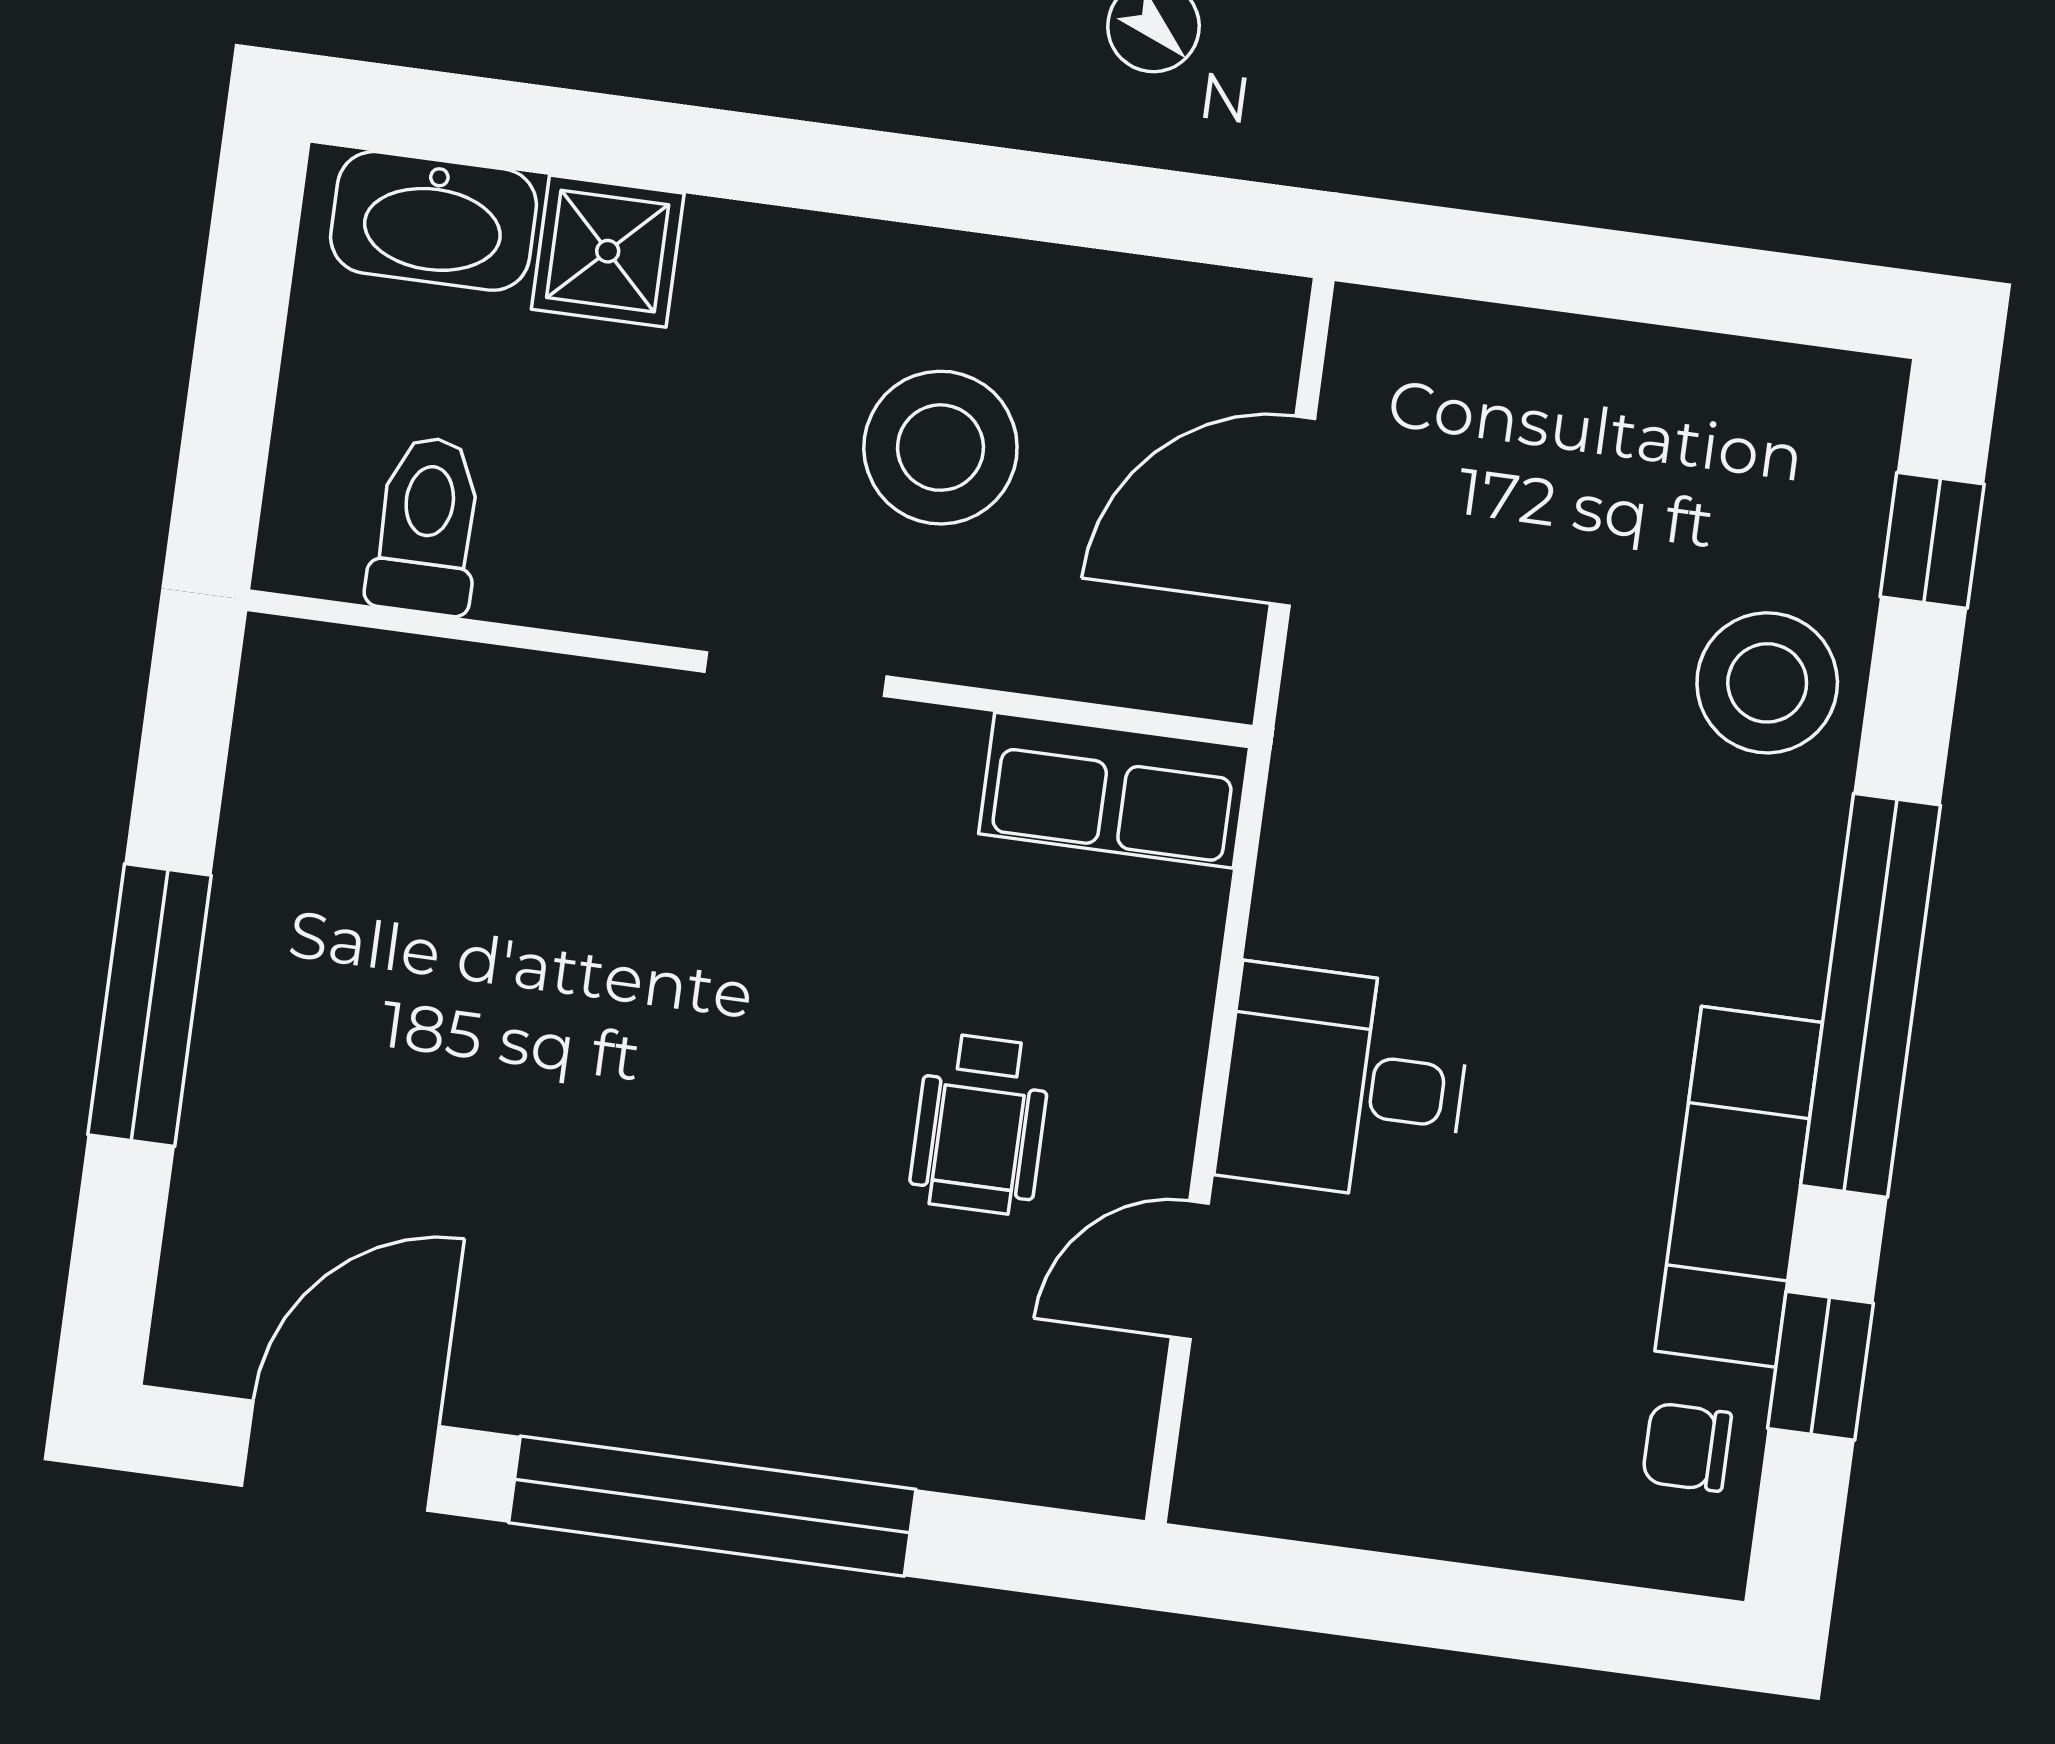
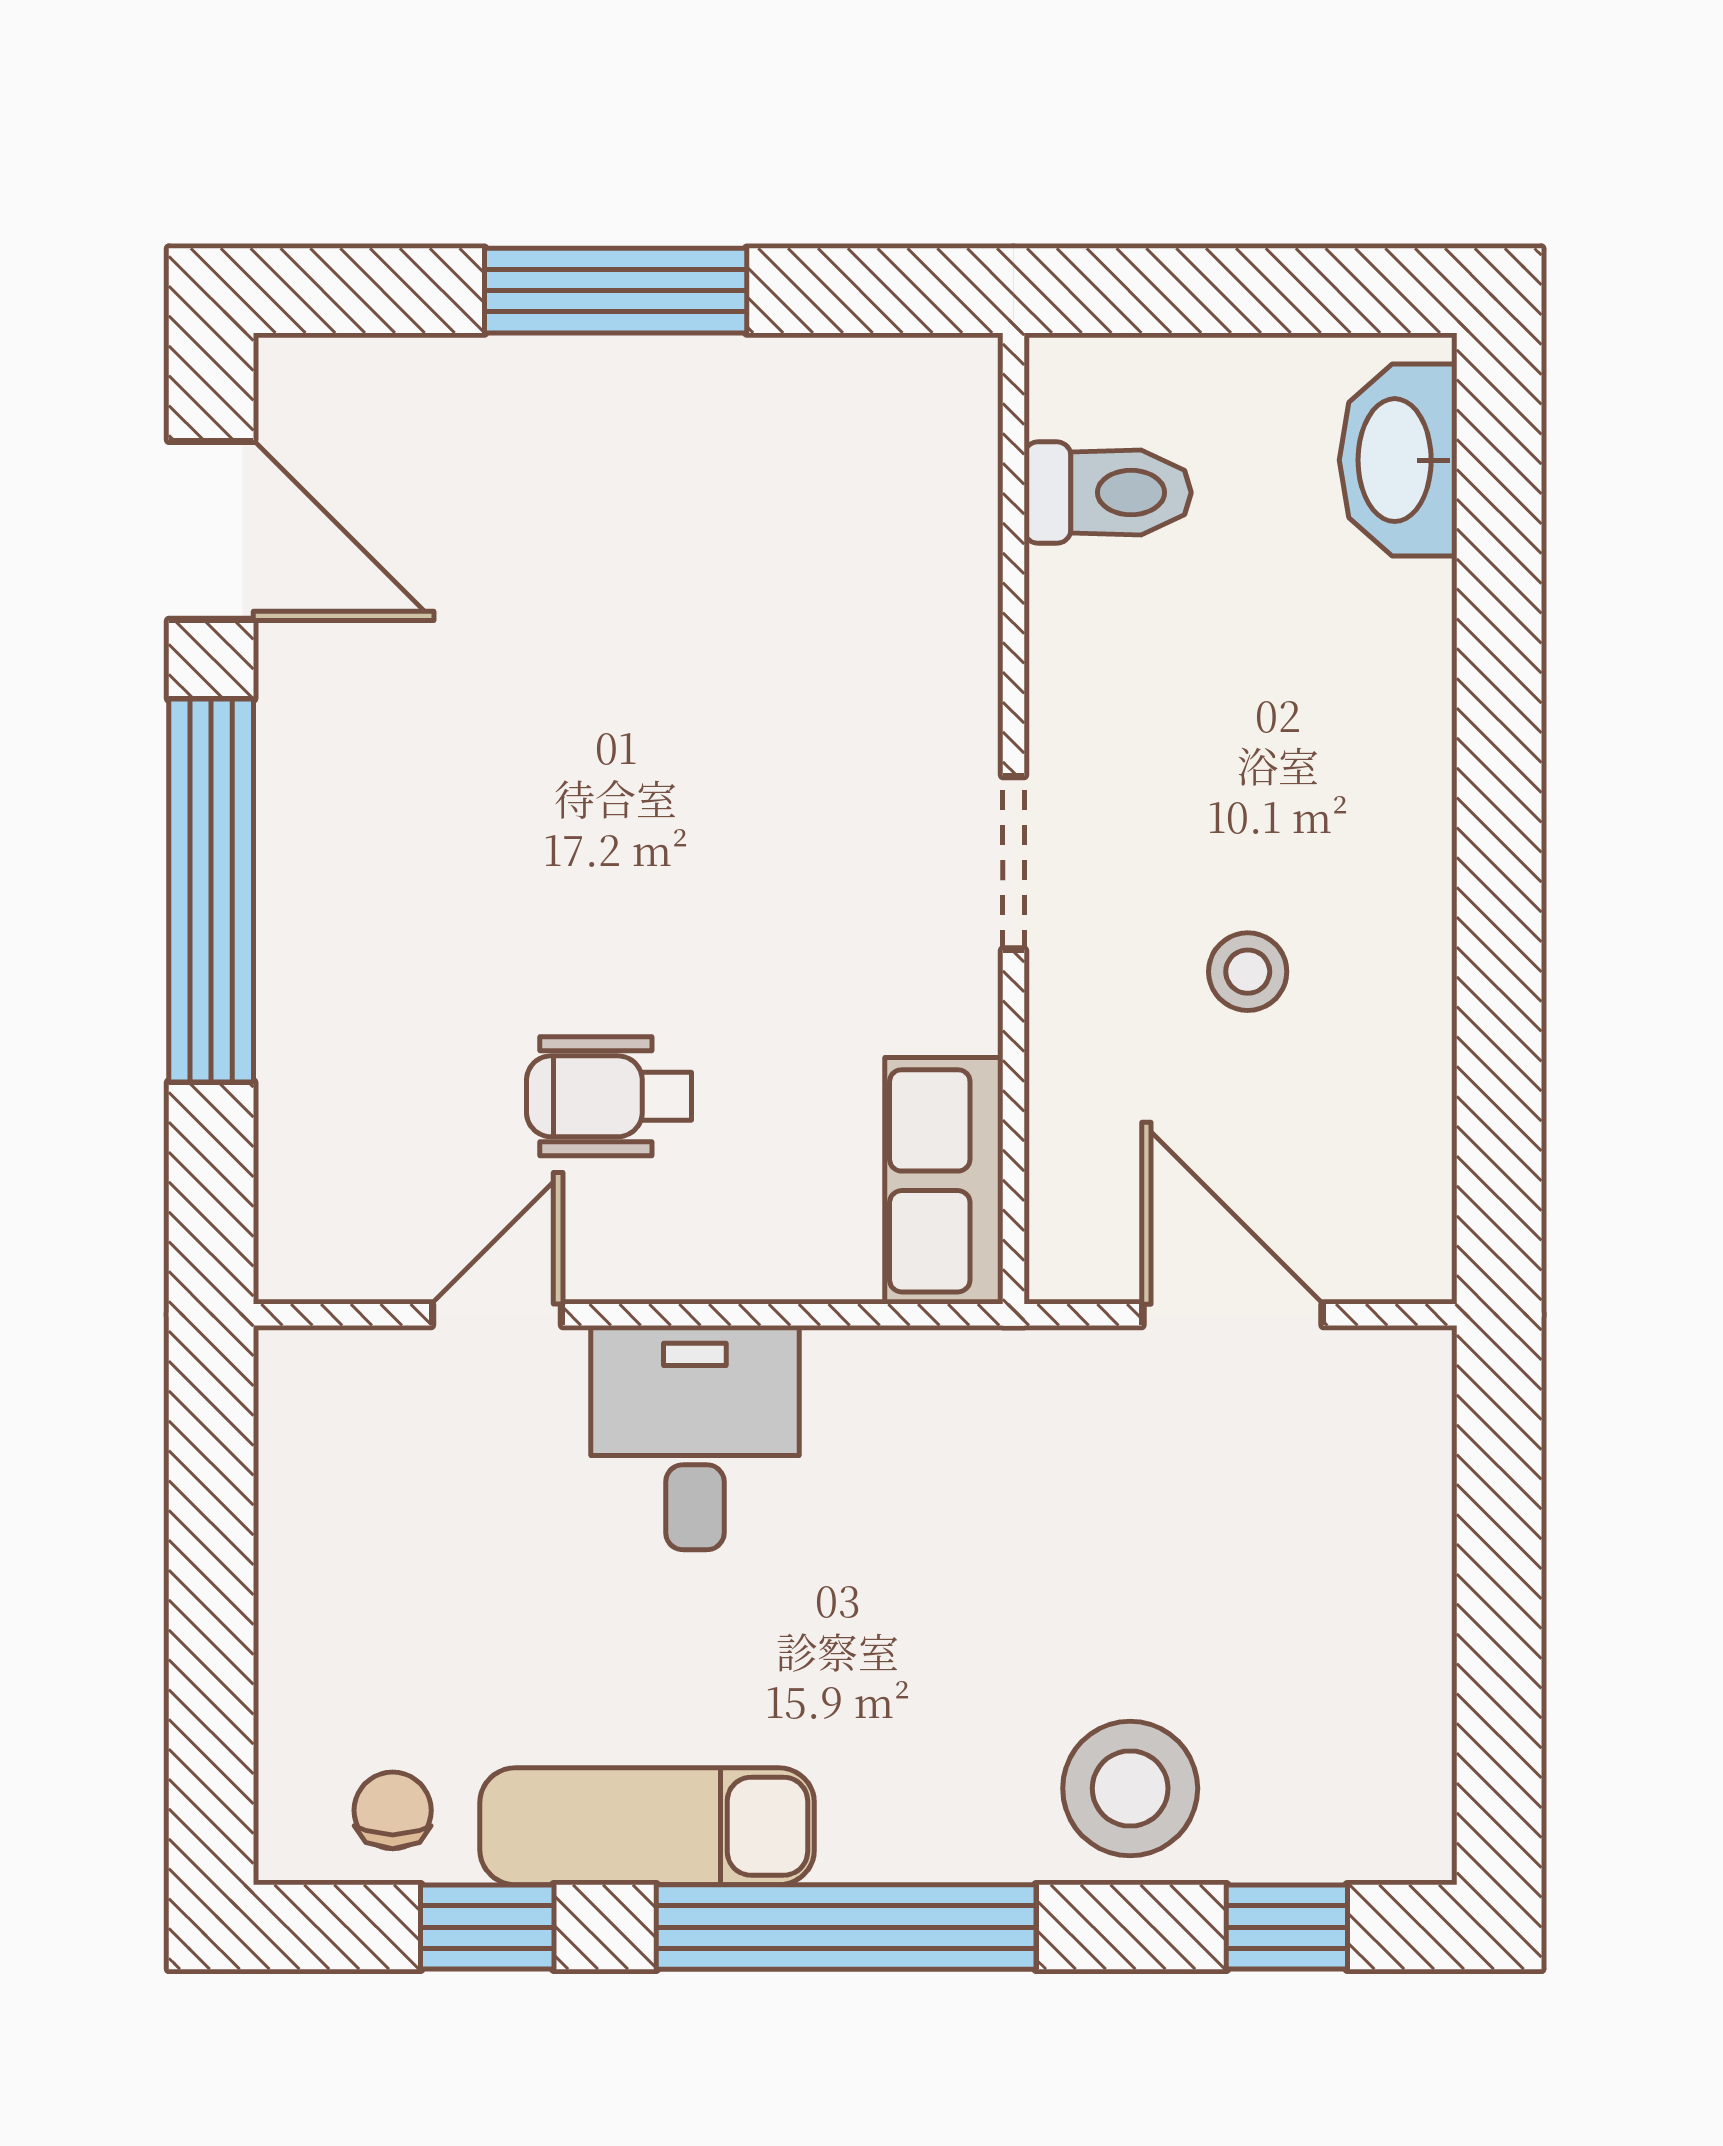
shower: (608, 251) -> (1392, 630), removed
stool: (940, 448) -> (1248, 972), width x0.53, depth x0.53
door: (1190, 1270) -> (497, 1315), hinge flipped

